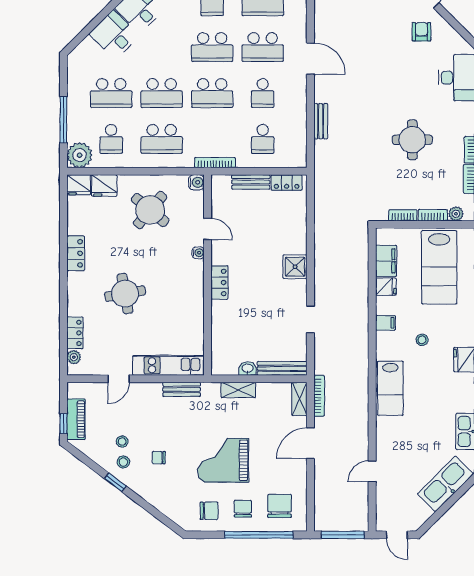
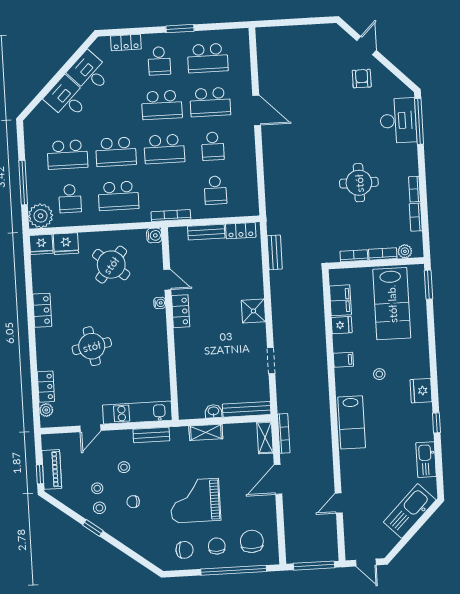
bench: (321, 121) -> (275, 252), moved
locker: (219, 282) -> (181, 311), moved
stool: (151, 421) -> (124, 467), added

